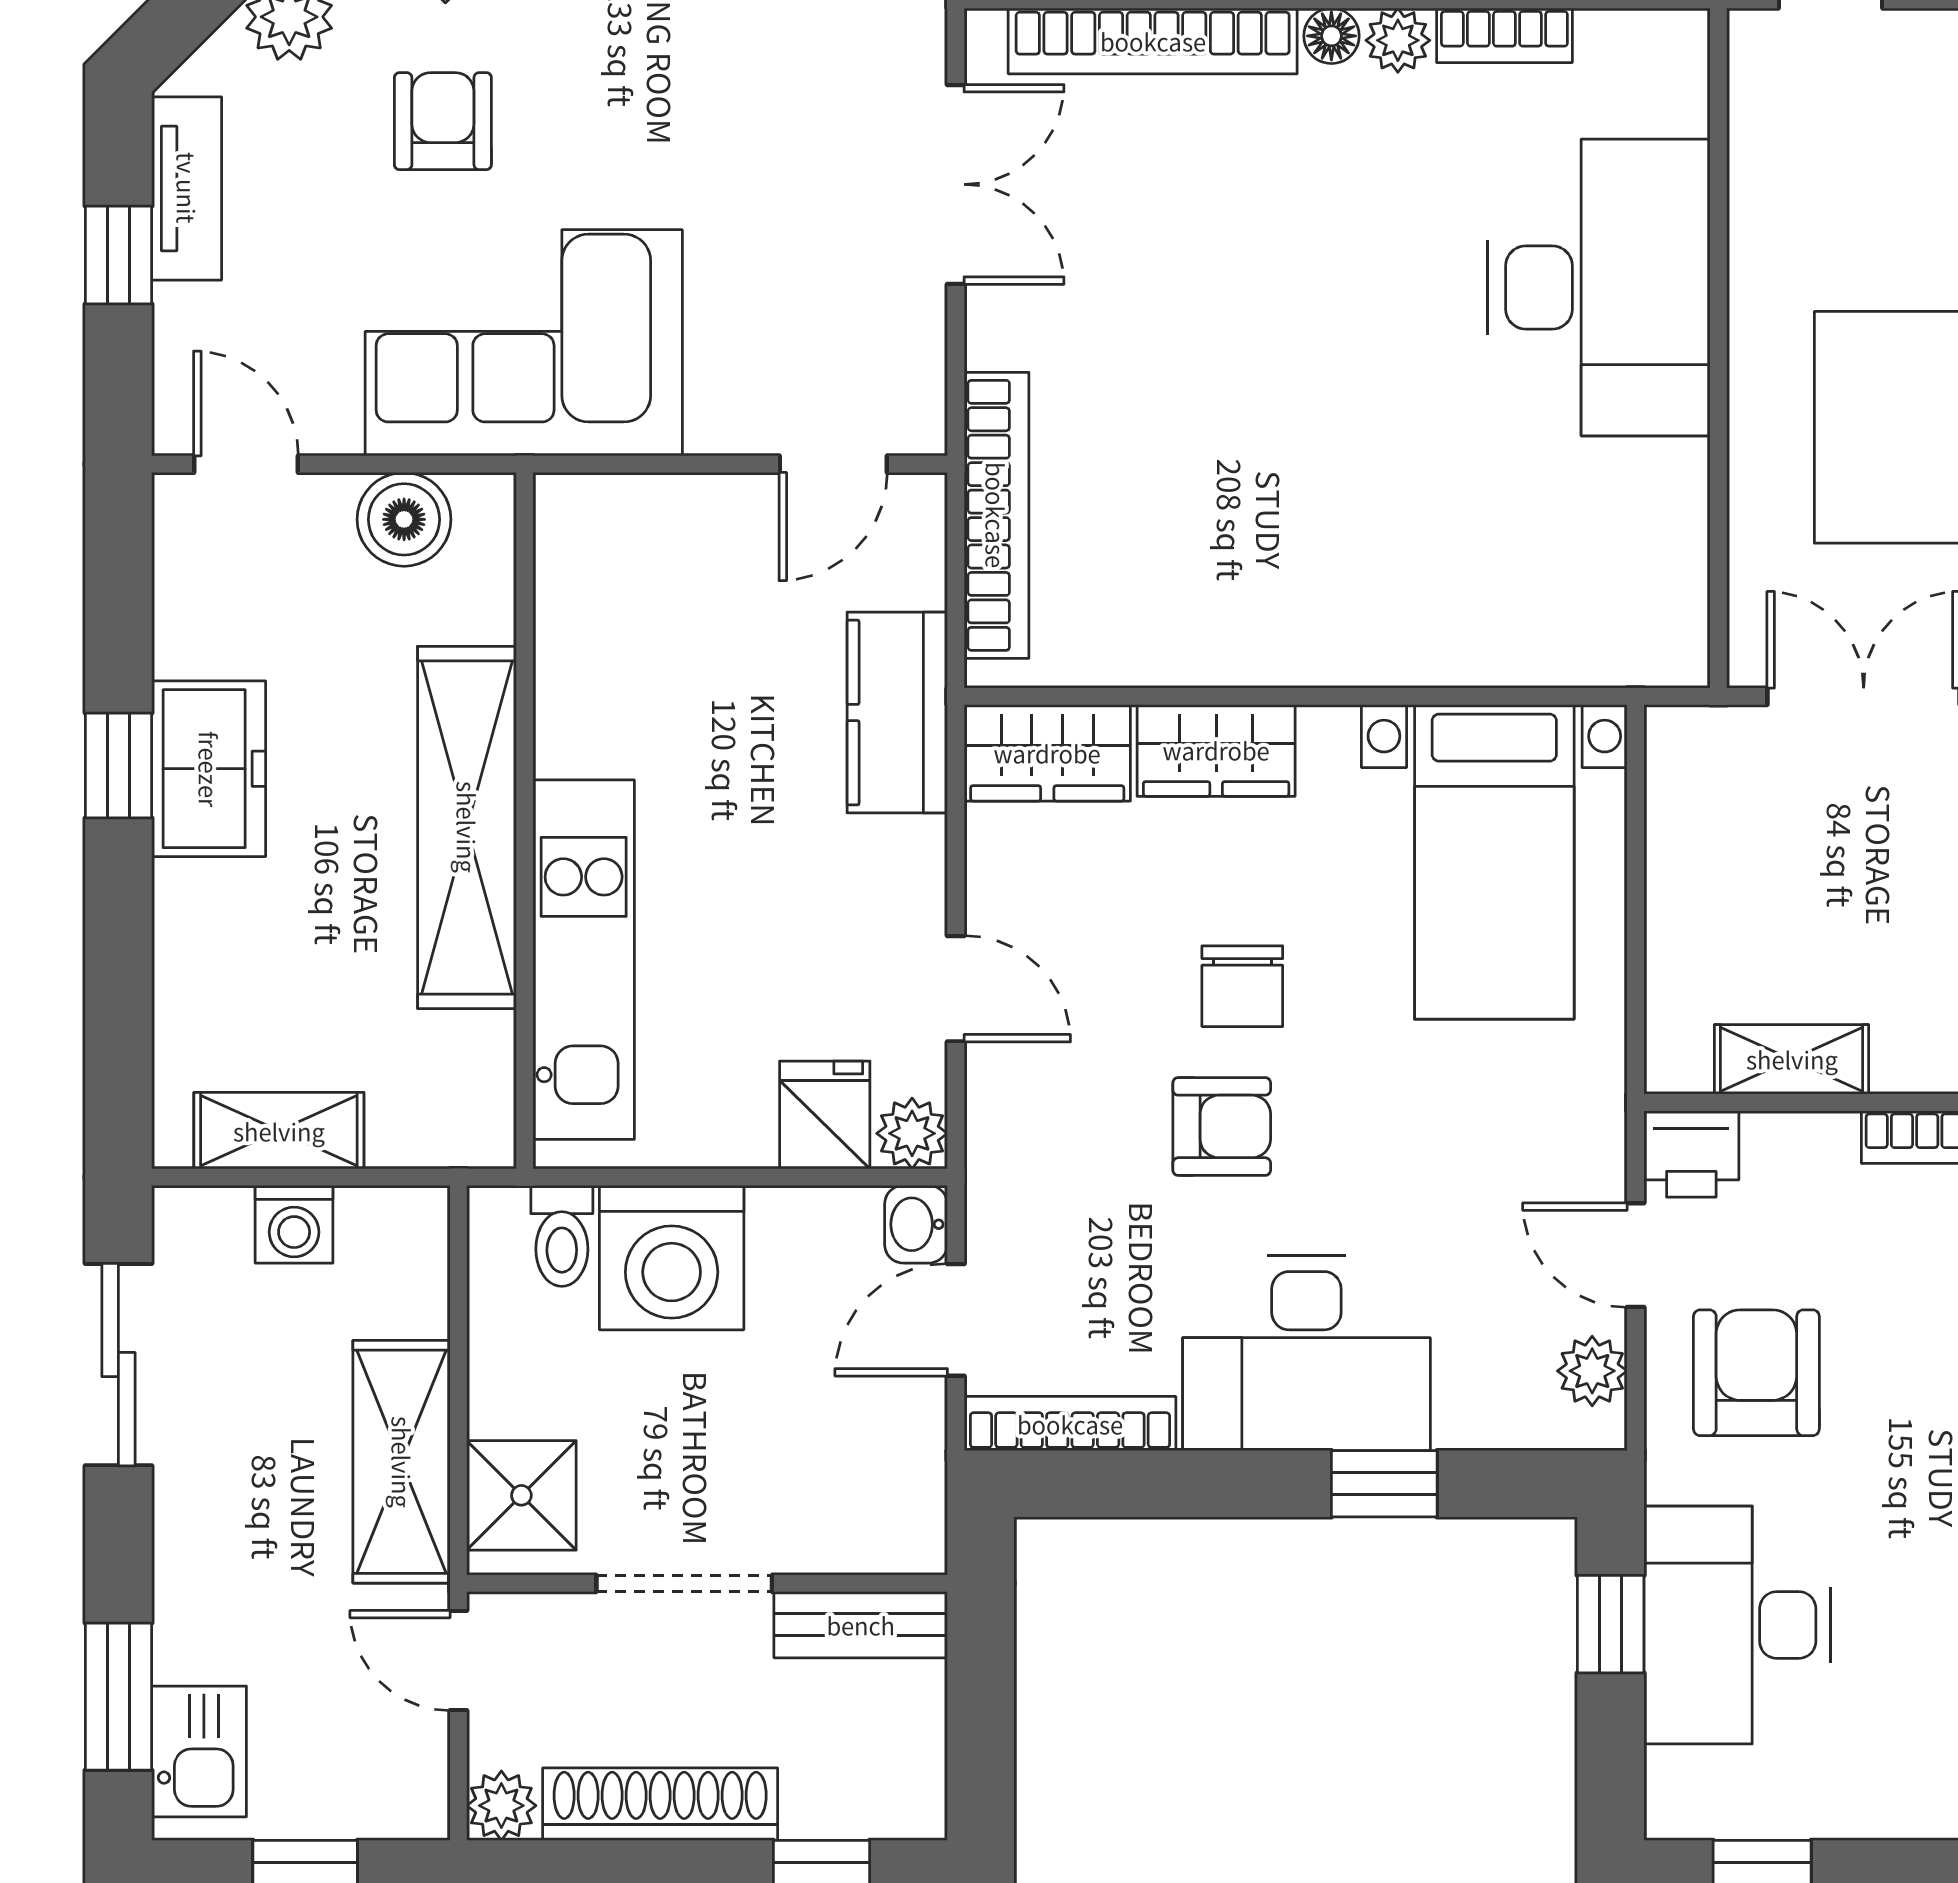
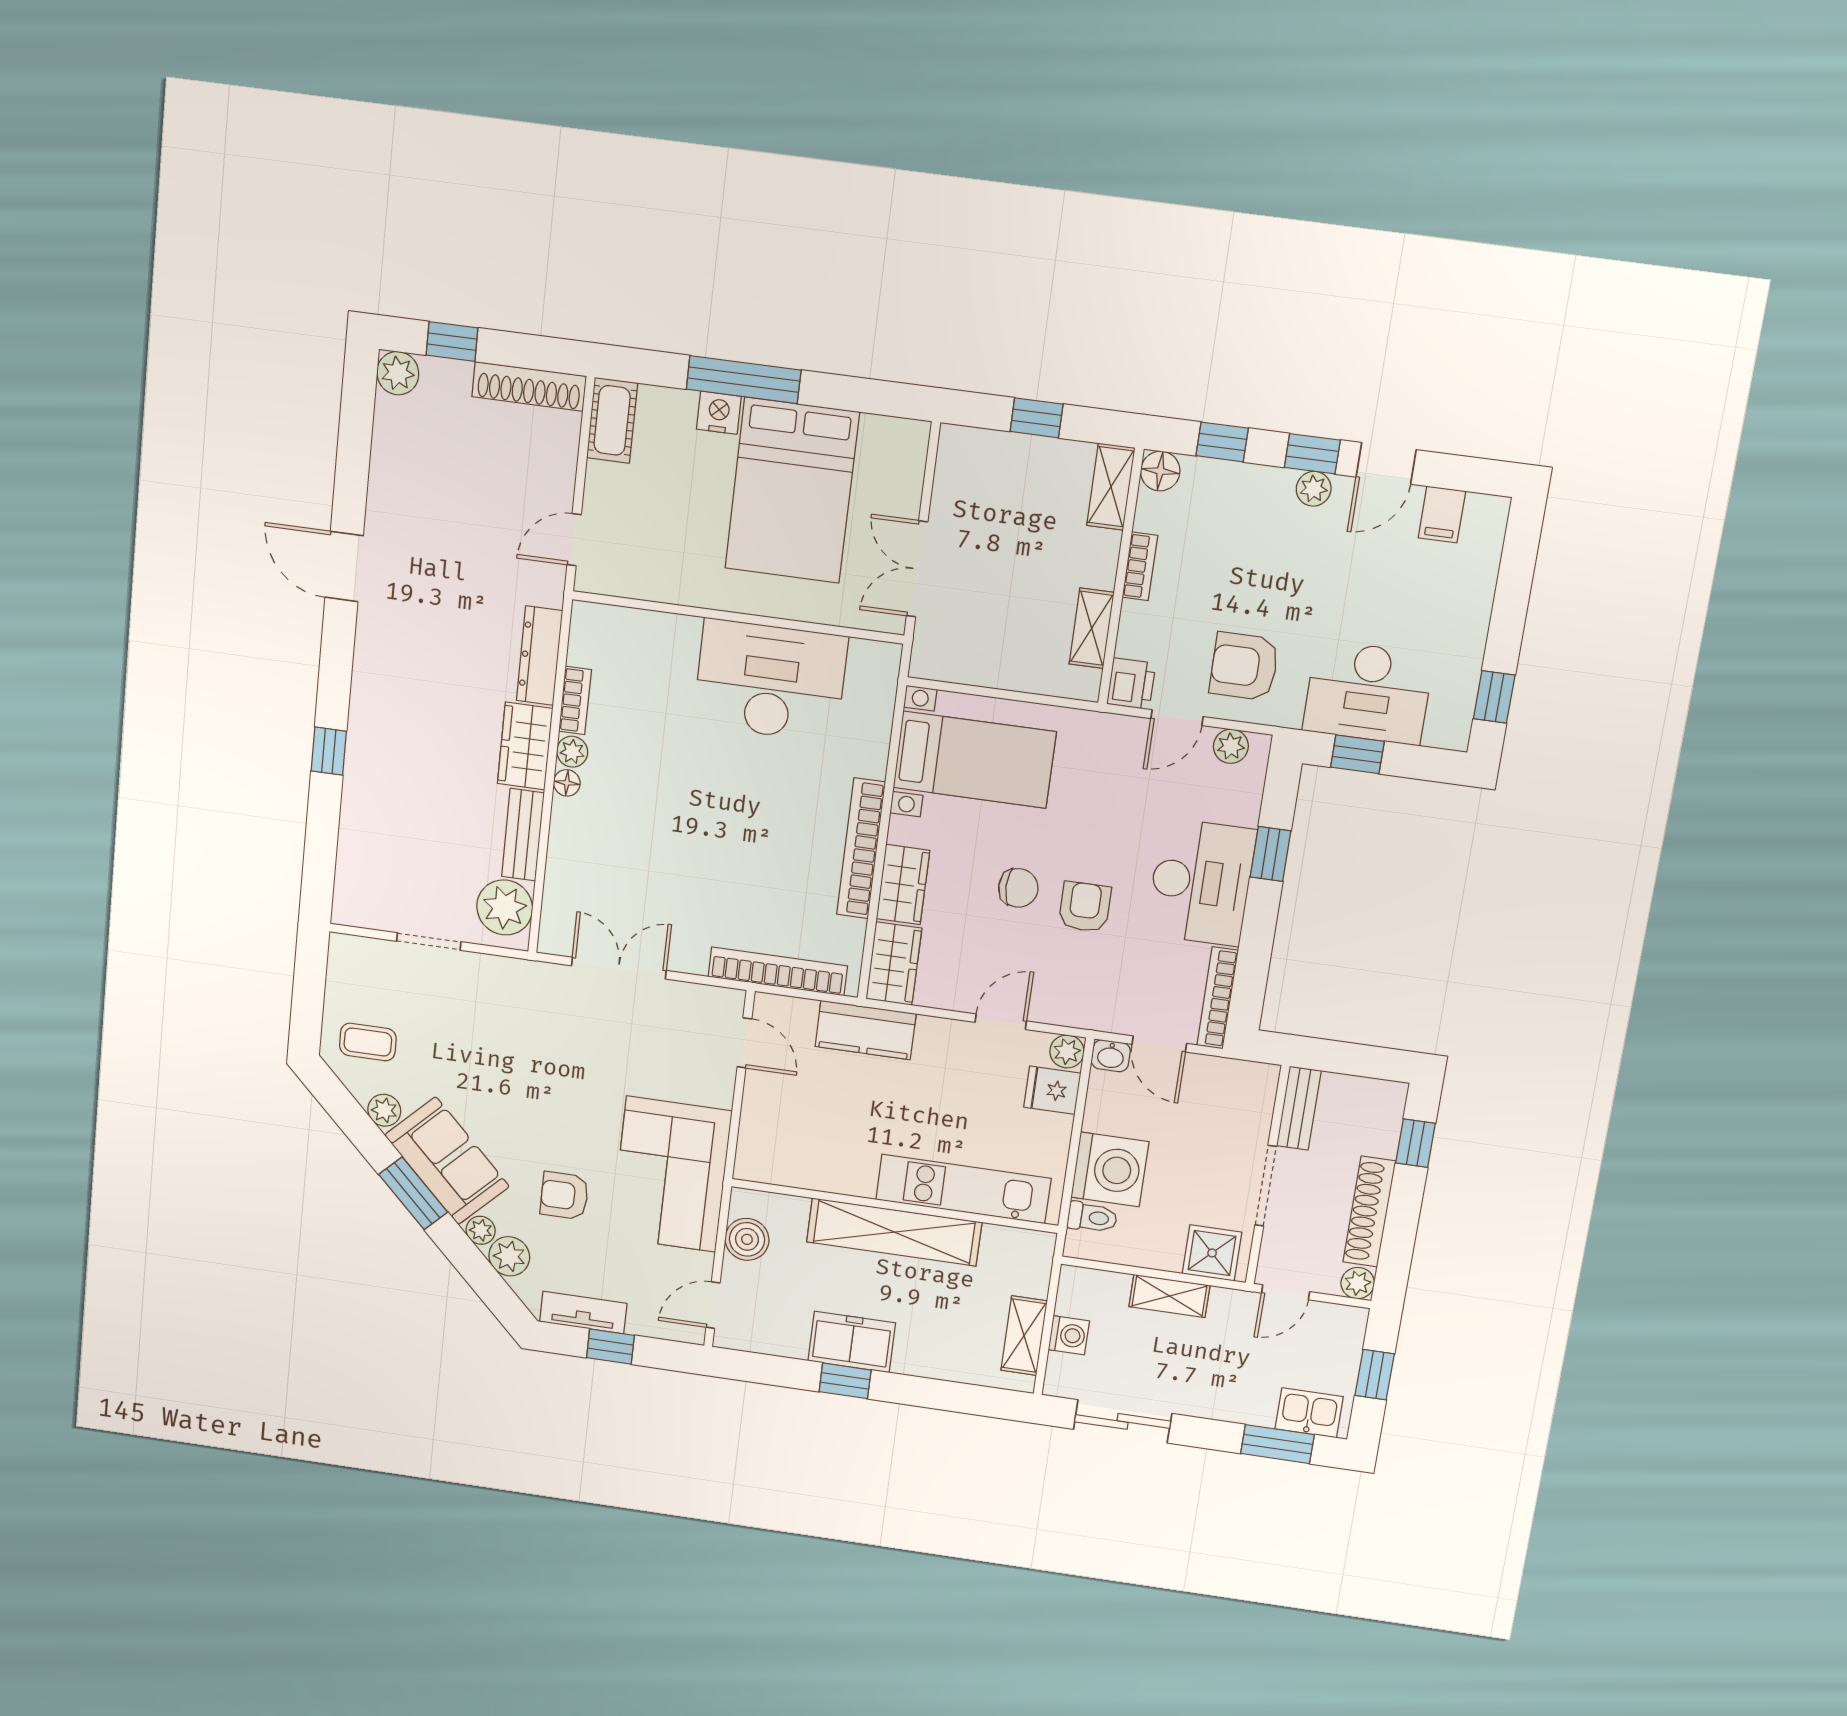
bookcase: (1153, 41) -> (861, 848), moved, turned 180
desk: (1599, 287) -> (770, 681), moved
shelving: (402, 1462) -> (1169, 1296), width x0.67, depth x0.75

